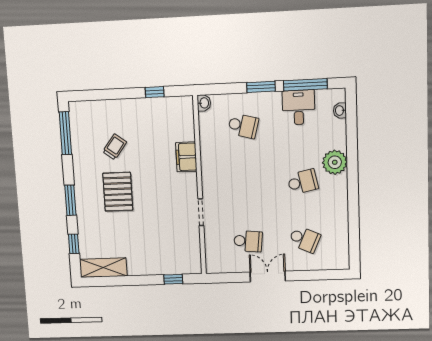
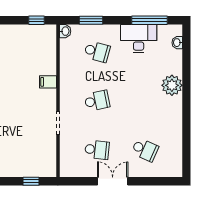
window: (261, 87) -> (91, 20), moved
window: (155, 92) -> (36, 20), moved
desk: (299, 107) -> (139, 38), width x1.37
filing cabinet: (186, 157) -> (48, 82), width x0.50
school desk: (303, 182) -> (97, 101), moved

